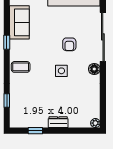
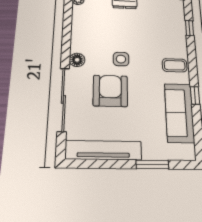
sofa: (19, 22) -> (179, 113), width x1.36
armchair: (69, 44) -> (110, 91), width x1.88, depth x1.88

